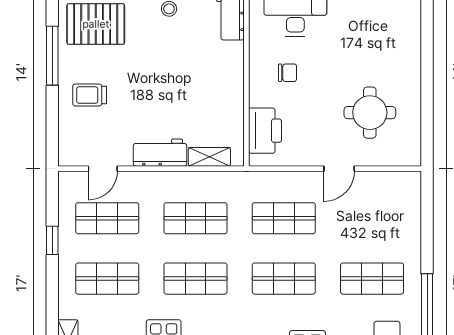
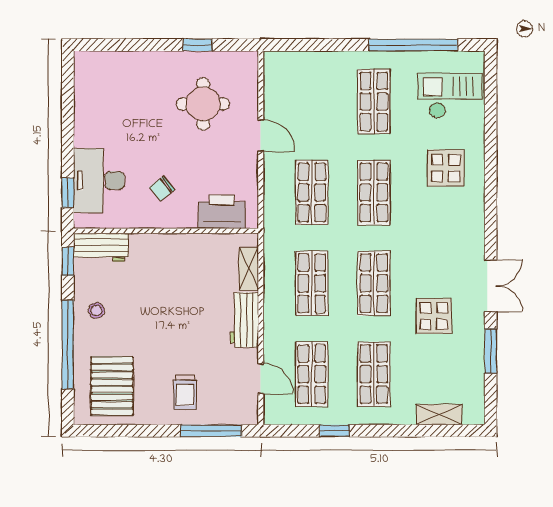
window: (52, 56) -> (211, 431), moved
chair: (288, 73) -> (162, 189), turned -129
window: (427, 107) -> (198, 45), added

